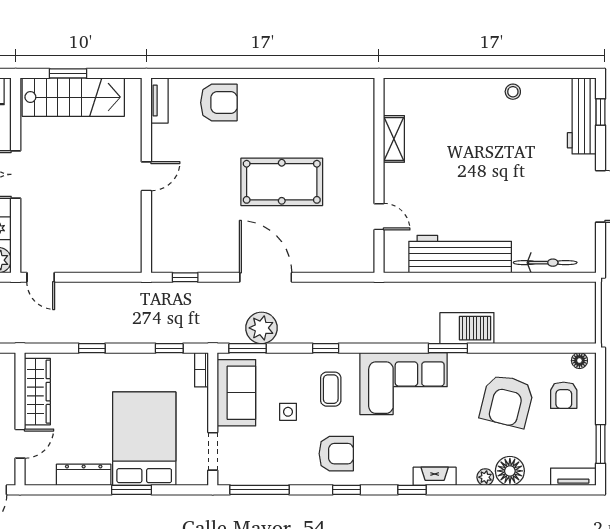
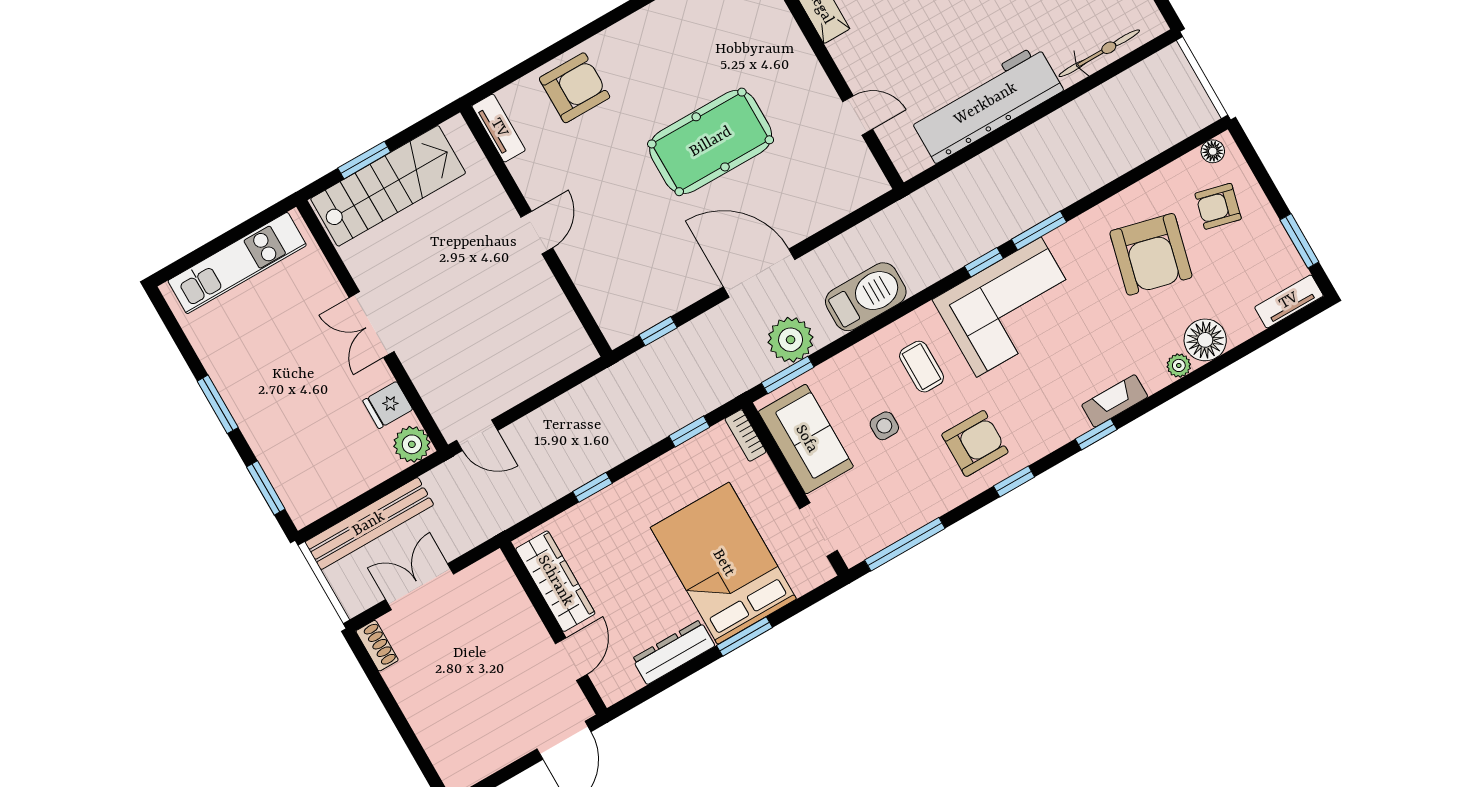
barbecue: (467, 328) -> (866, 297), moved
window: (326, 348) -> (984, 262), moved
armchair: (564, 395) -> (1218, 206), turned 104

